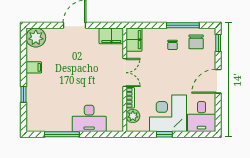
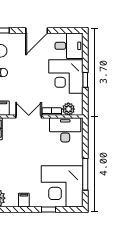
door: (218, 81) -> (37, 31), hinge flipped
corner desk: (49, 109) -> (62, 186), added
desk: (89, 118) -> (65, 130), moved, turned -90

